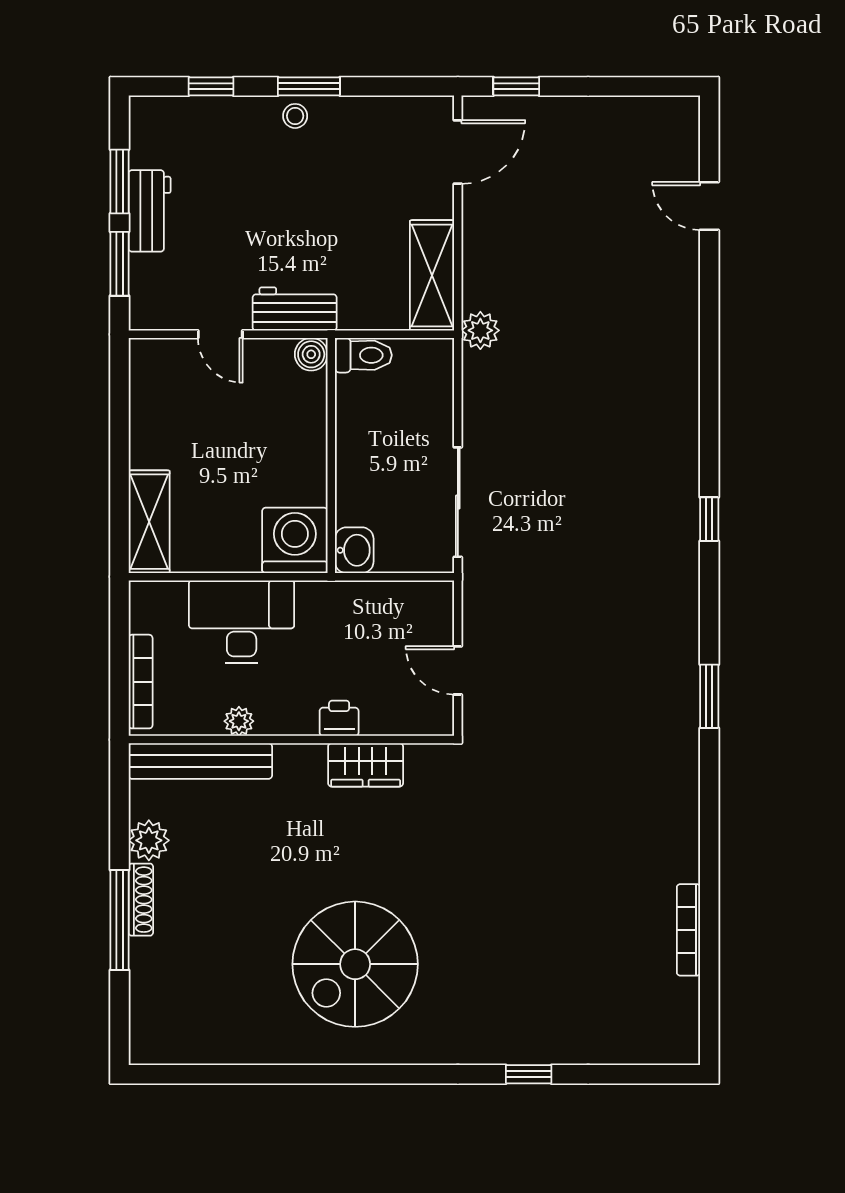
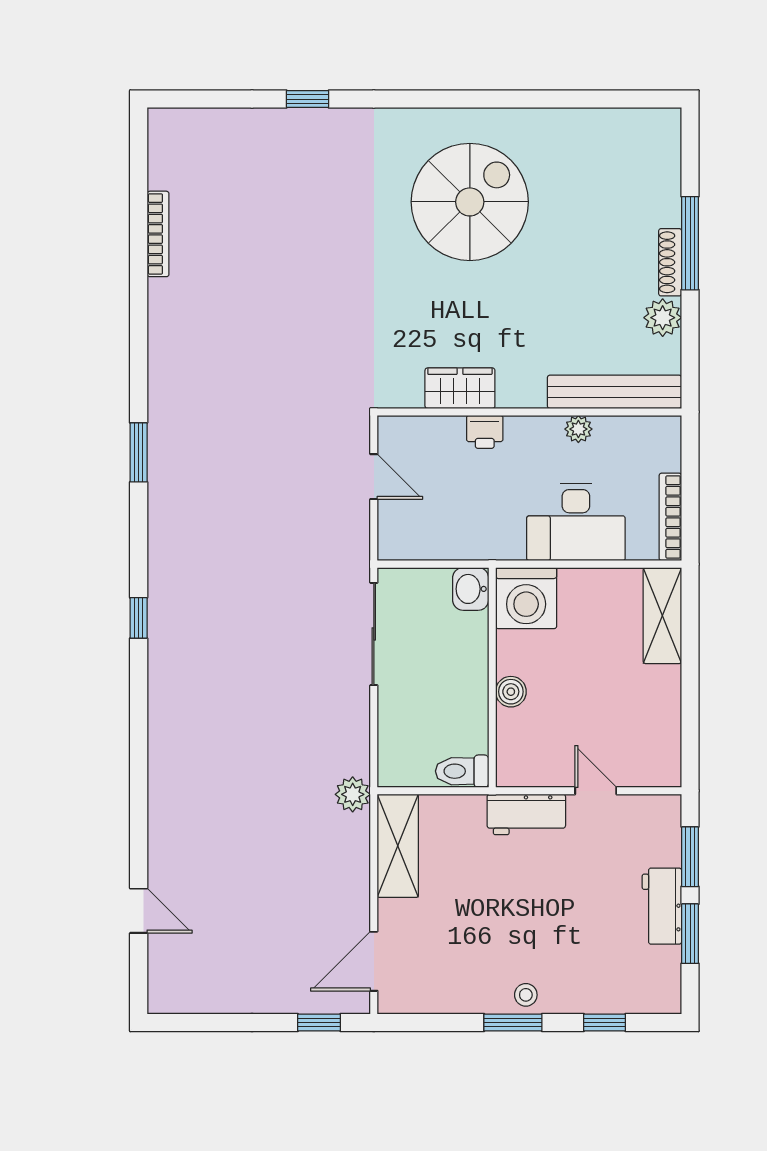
boiler: (311, 354) -> (511, 692), moved
bookcase: (141, 682) -> (670, 517), moved

